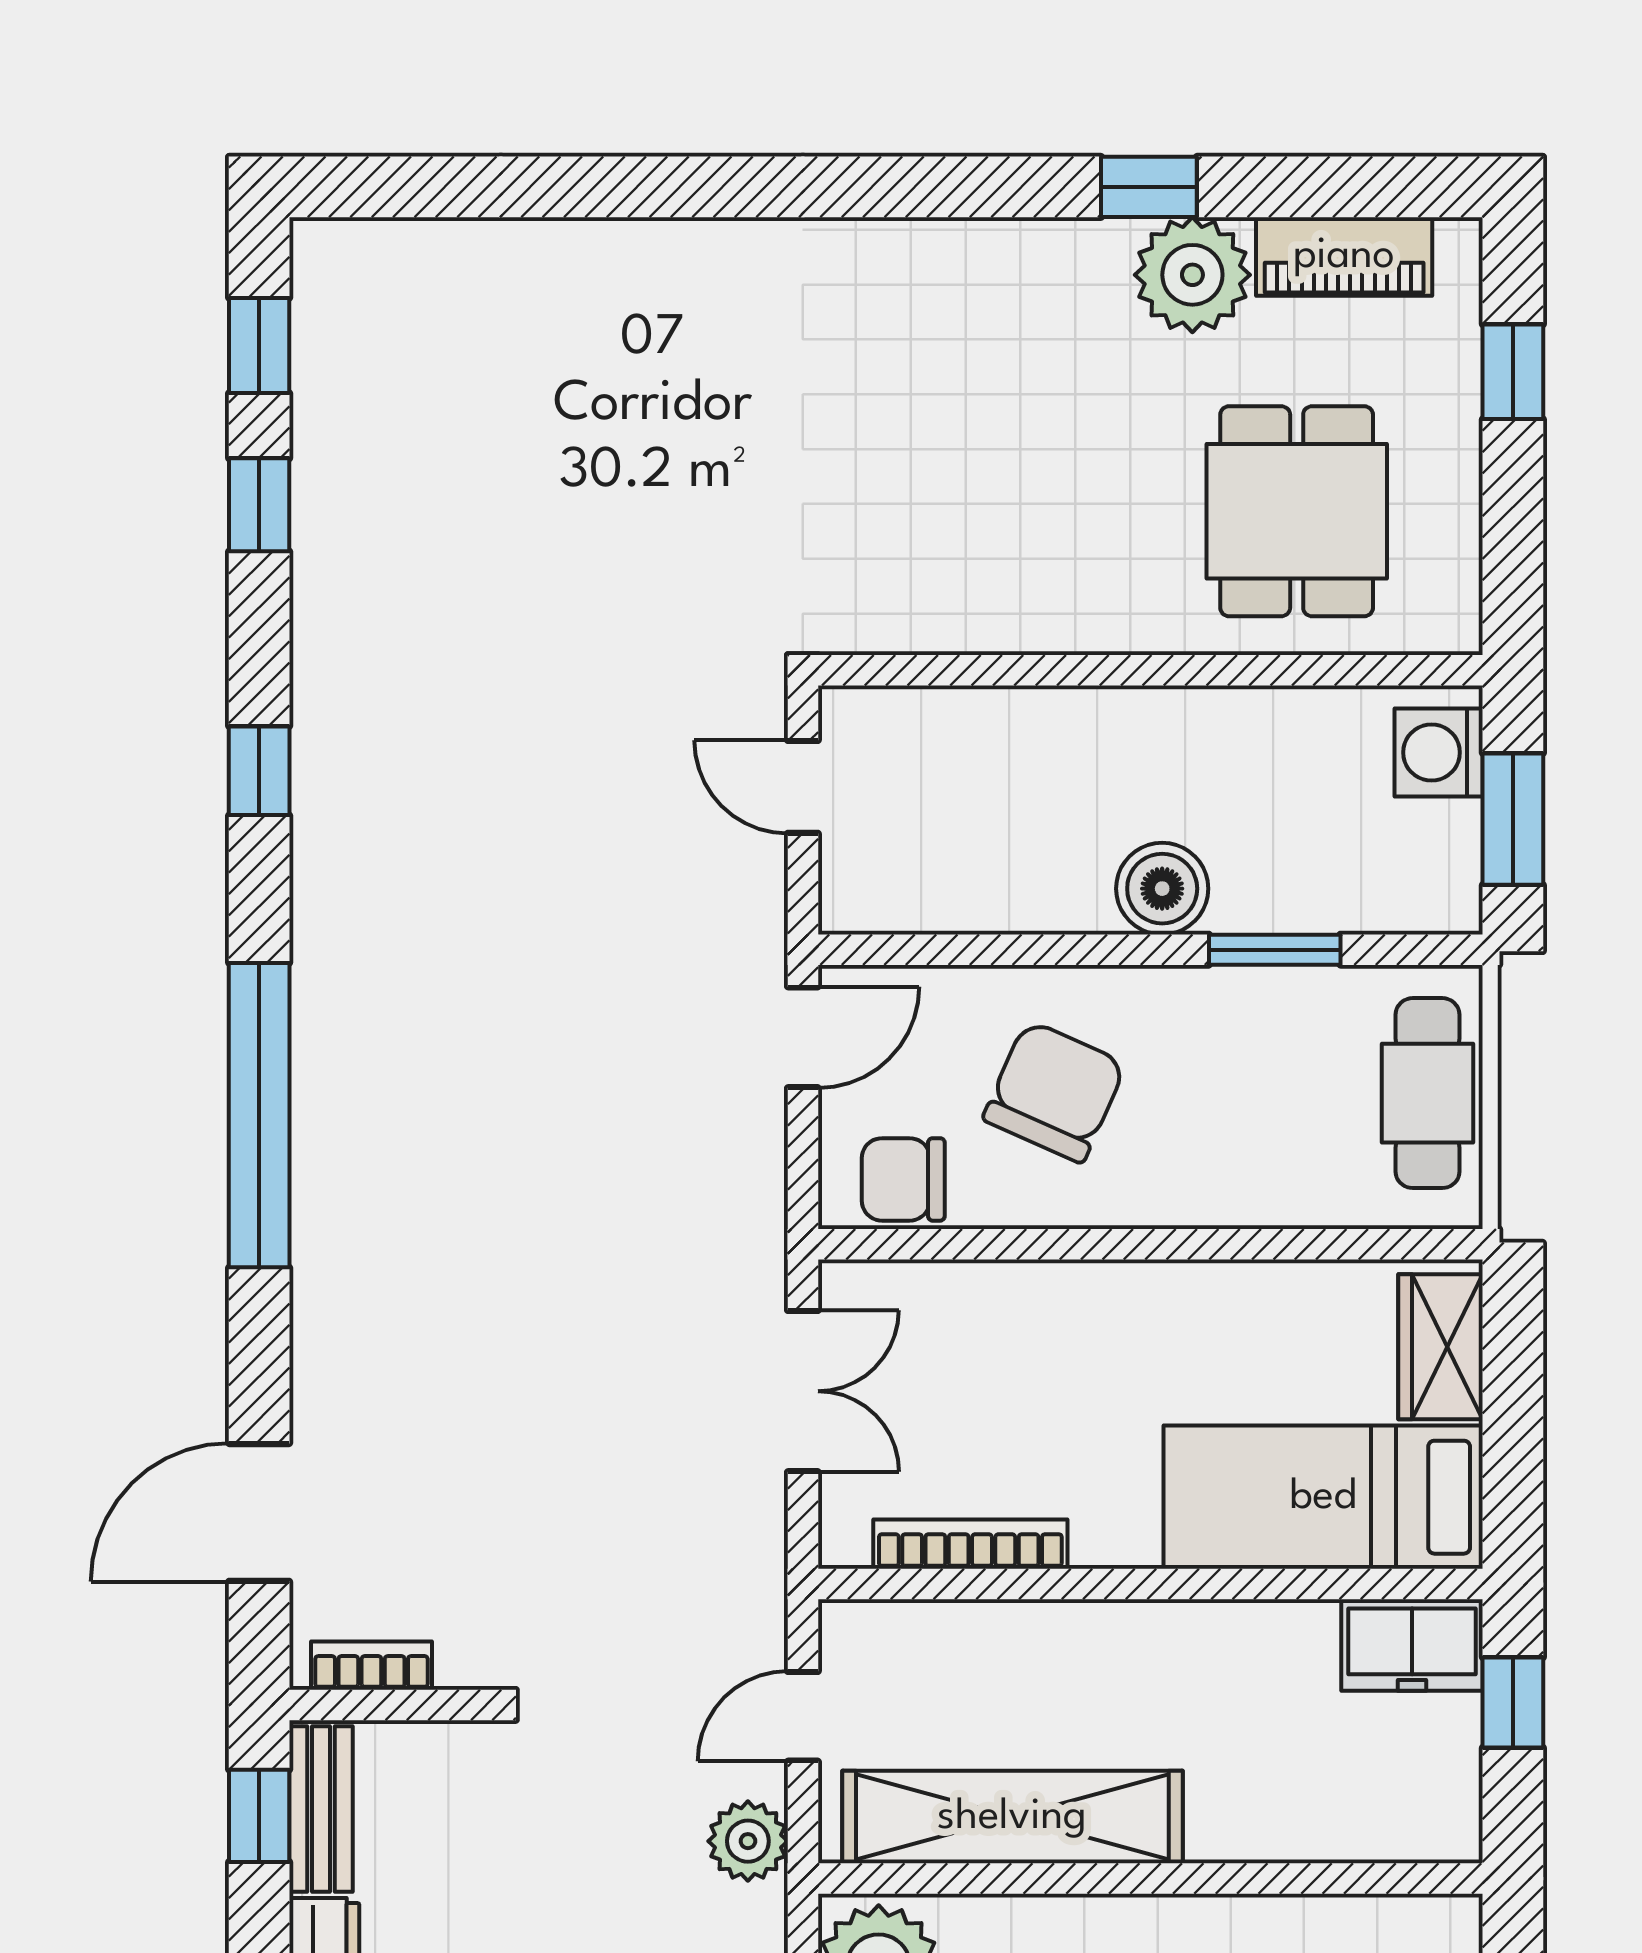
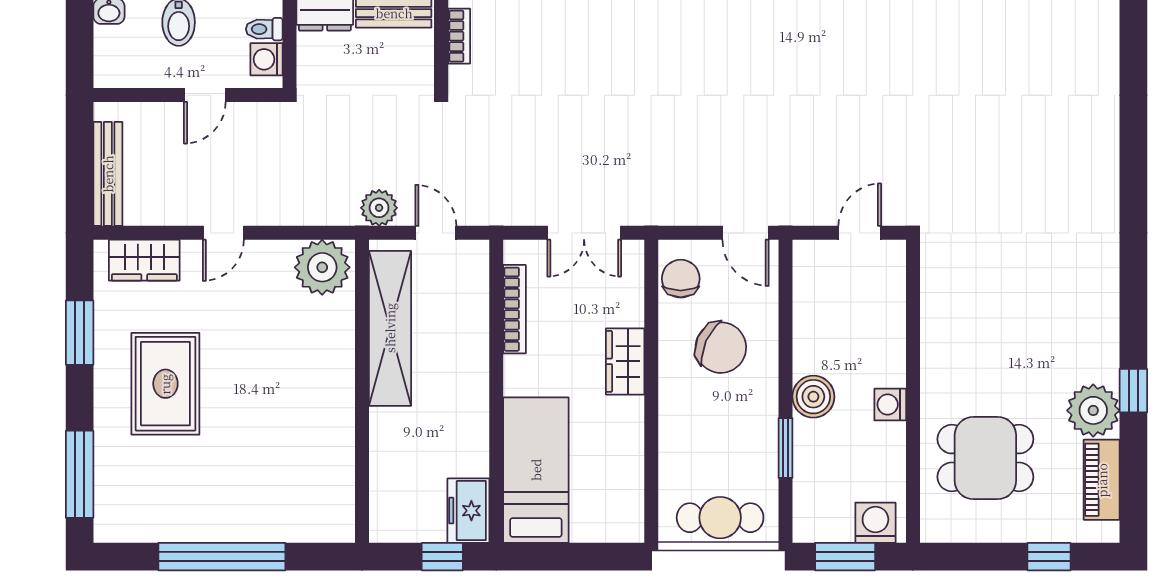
washing machine: (1179, 720) -> (890, 405), added
wardrobe: (1440, 1347) -> (625, 361), moved, turned -90

